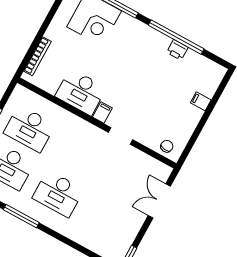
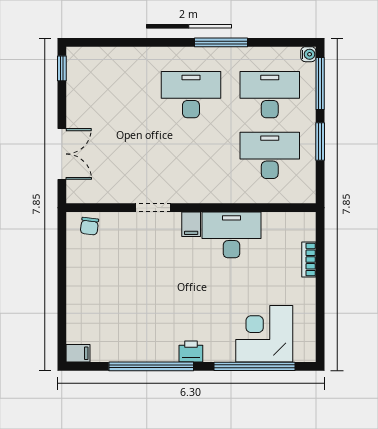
printer: (177, 50) -> (191, 352), moved
bookcase: (37, 56) -> (309, 260), width x0.64
filing cabinet: (201, 101) -> (78, 353), moved

